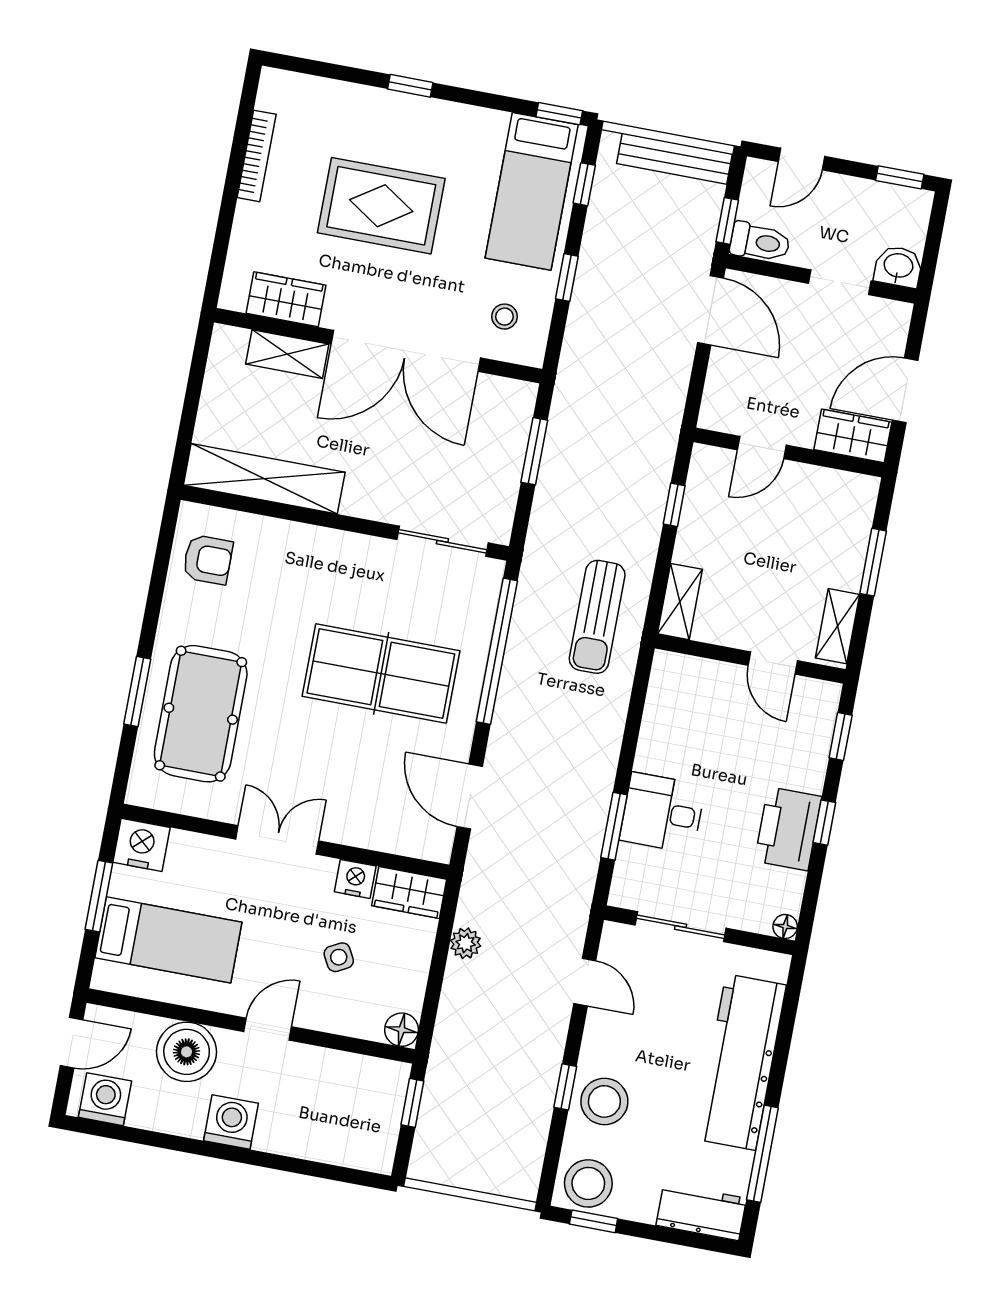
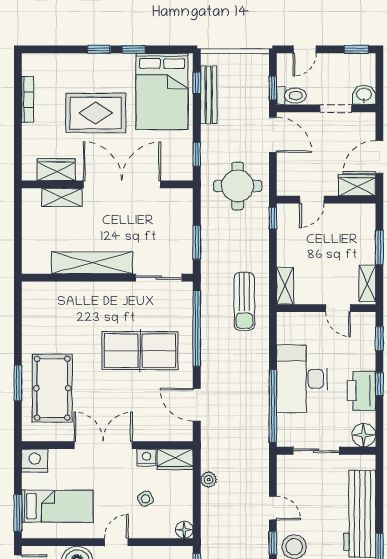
window: (559, 114) -> (134, 49), moved
bench: (675, 159) -> (209, 95), moved, turned 90
bed: (532, 191) -> (162, 91), width x1.50
window: (567, 278) -> (197, 154), moved
stool: (504, 317) -> (169, 158), removed
double door: (406, 351) -> (122, 184), swing flipped
round table: (625, 395) -> (238, 186), added
window: (534, 451) -> (197, 242), moved
shelving: (264, 479) -> (92, 263), moved
window: (674, 505) -> (273, 218), moved
armchair: (208, 560) -> (41, 309), removed
desk: (662, 813) -> (302, 379), width x1.87, depth x1.30
window: (614, 826) -> (273, 406), width x2.11
double door: (277, 840) -> (103, 445), width x1.37
window: (99, 896) -> (18, 513), moved
floor lamp: (785, 926) -> (364, 435), width x1.89, depth x1.89
door: (585, 982) -> (273, 508), moved

